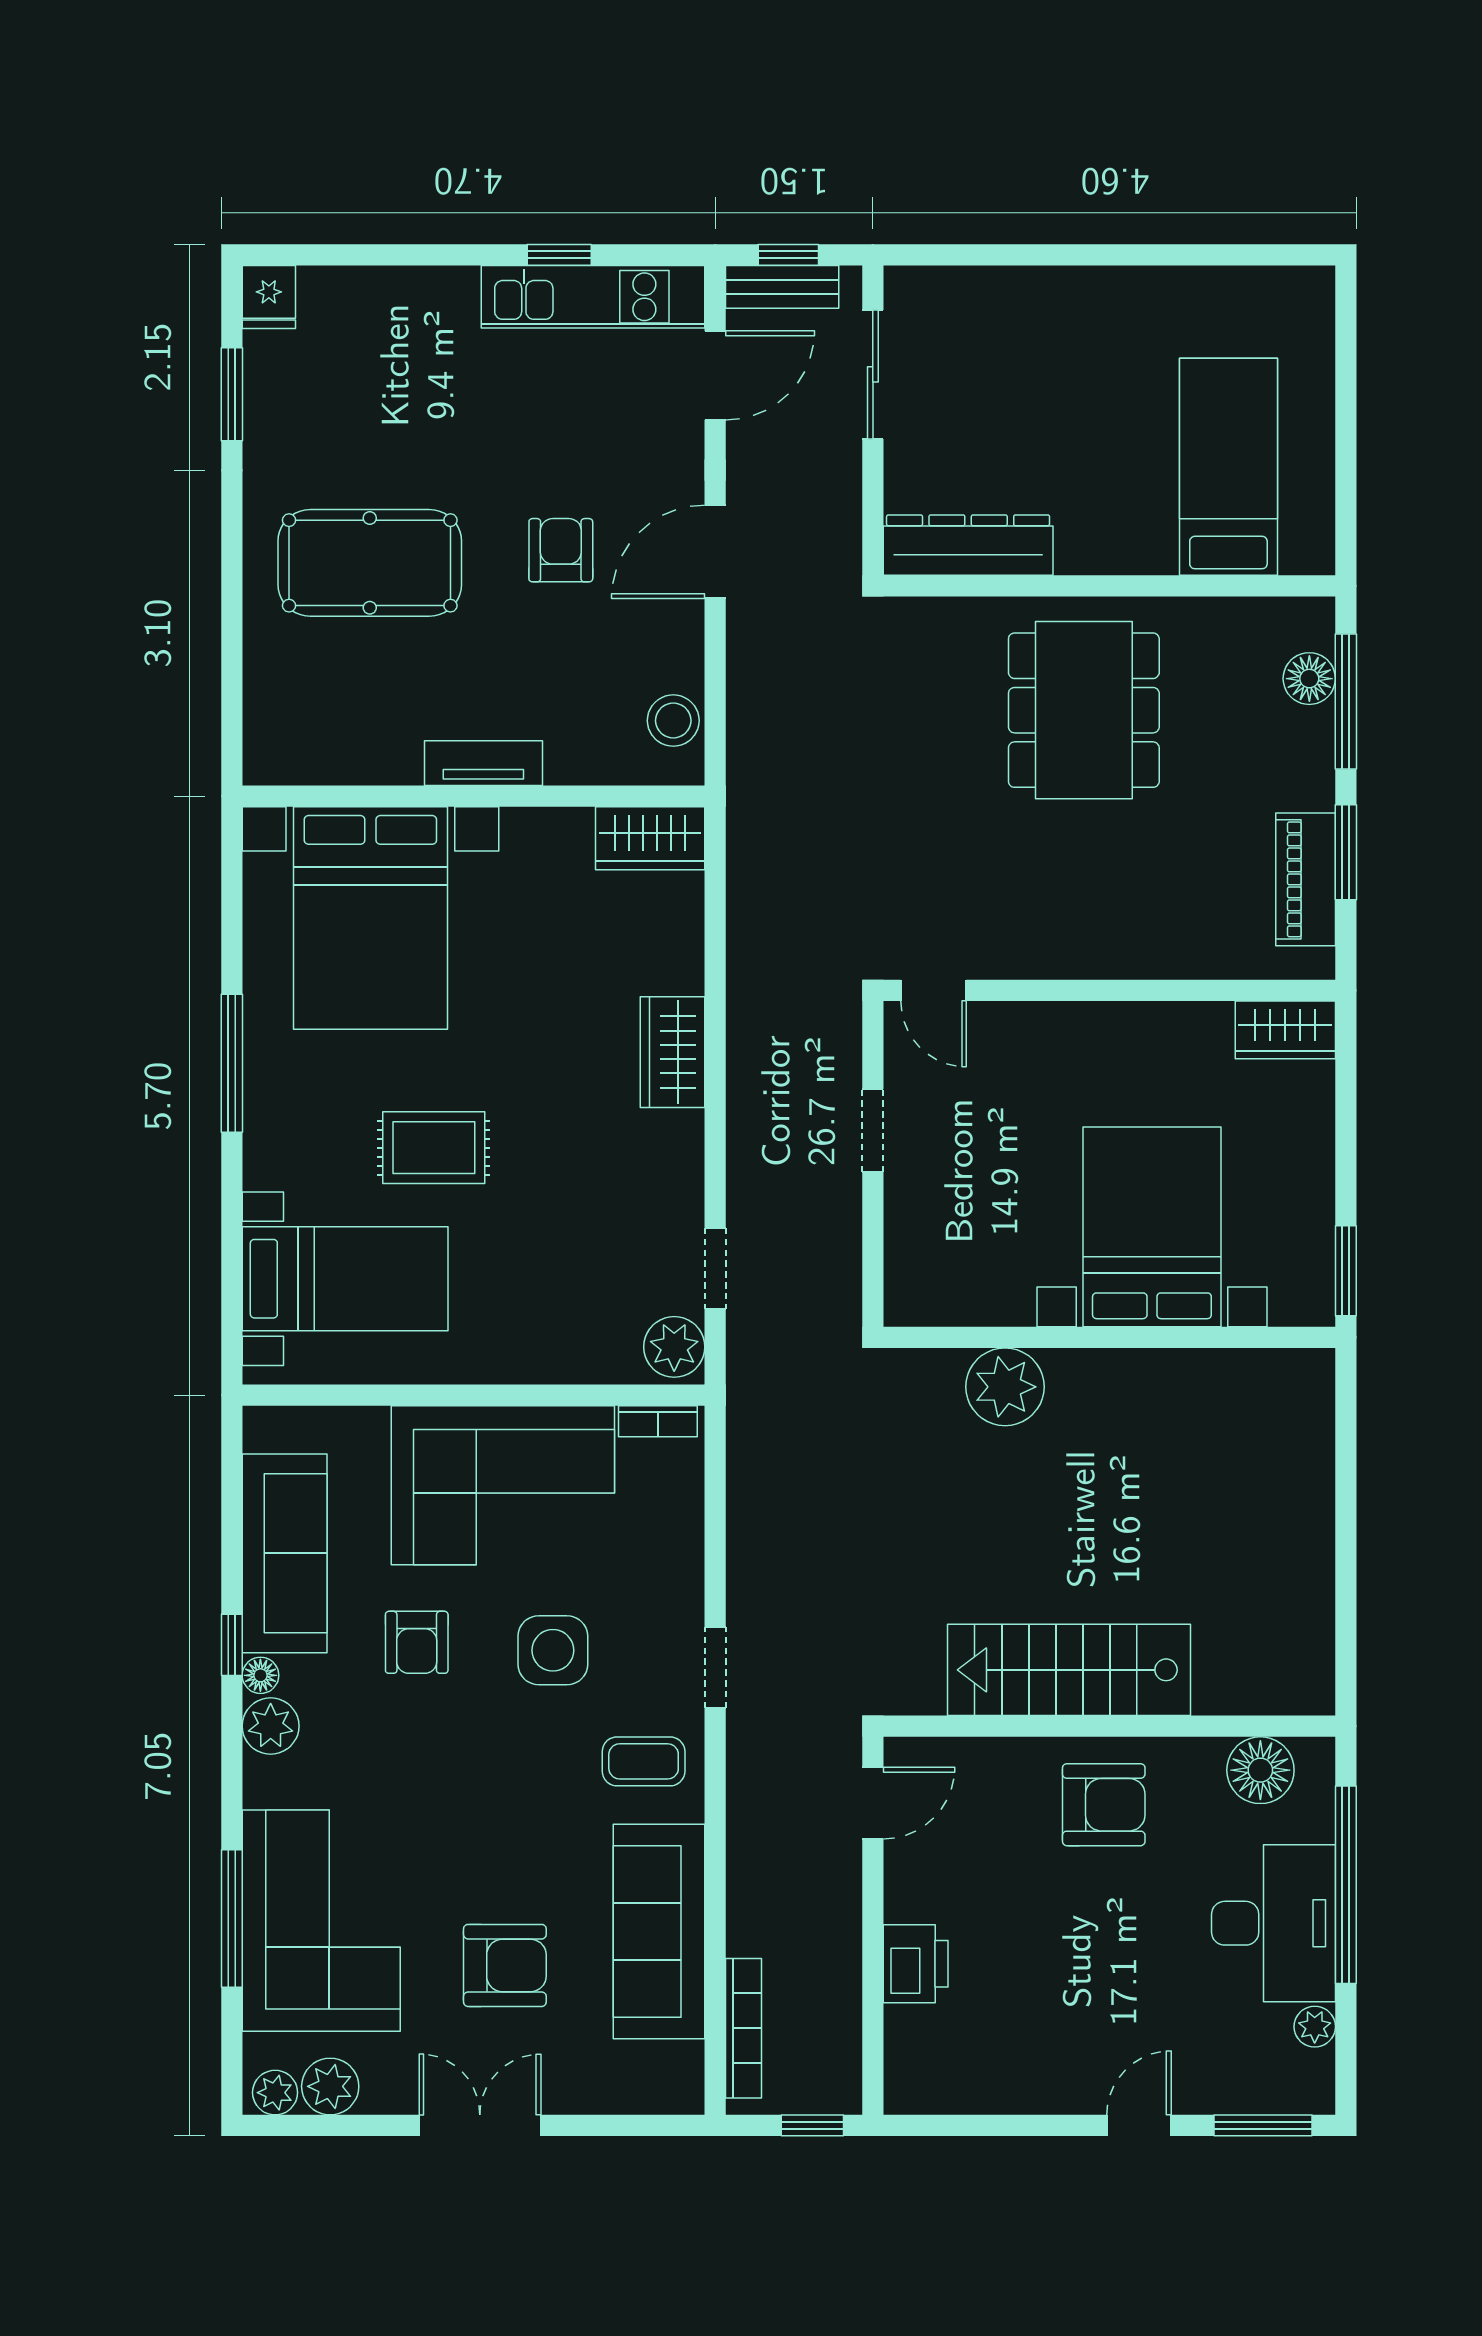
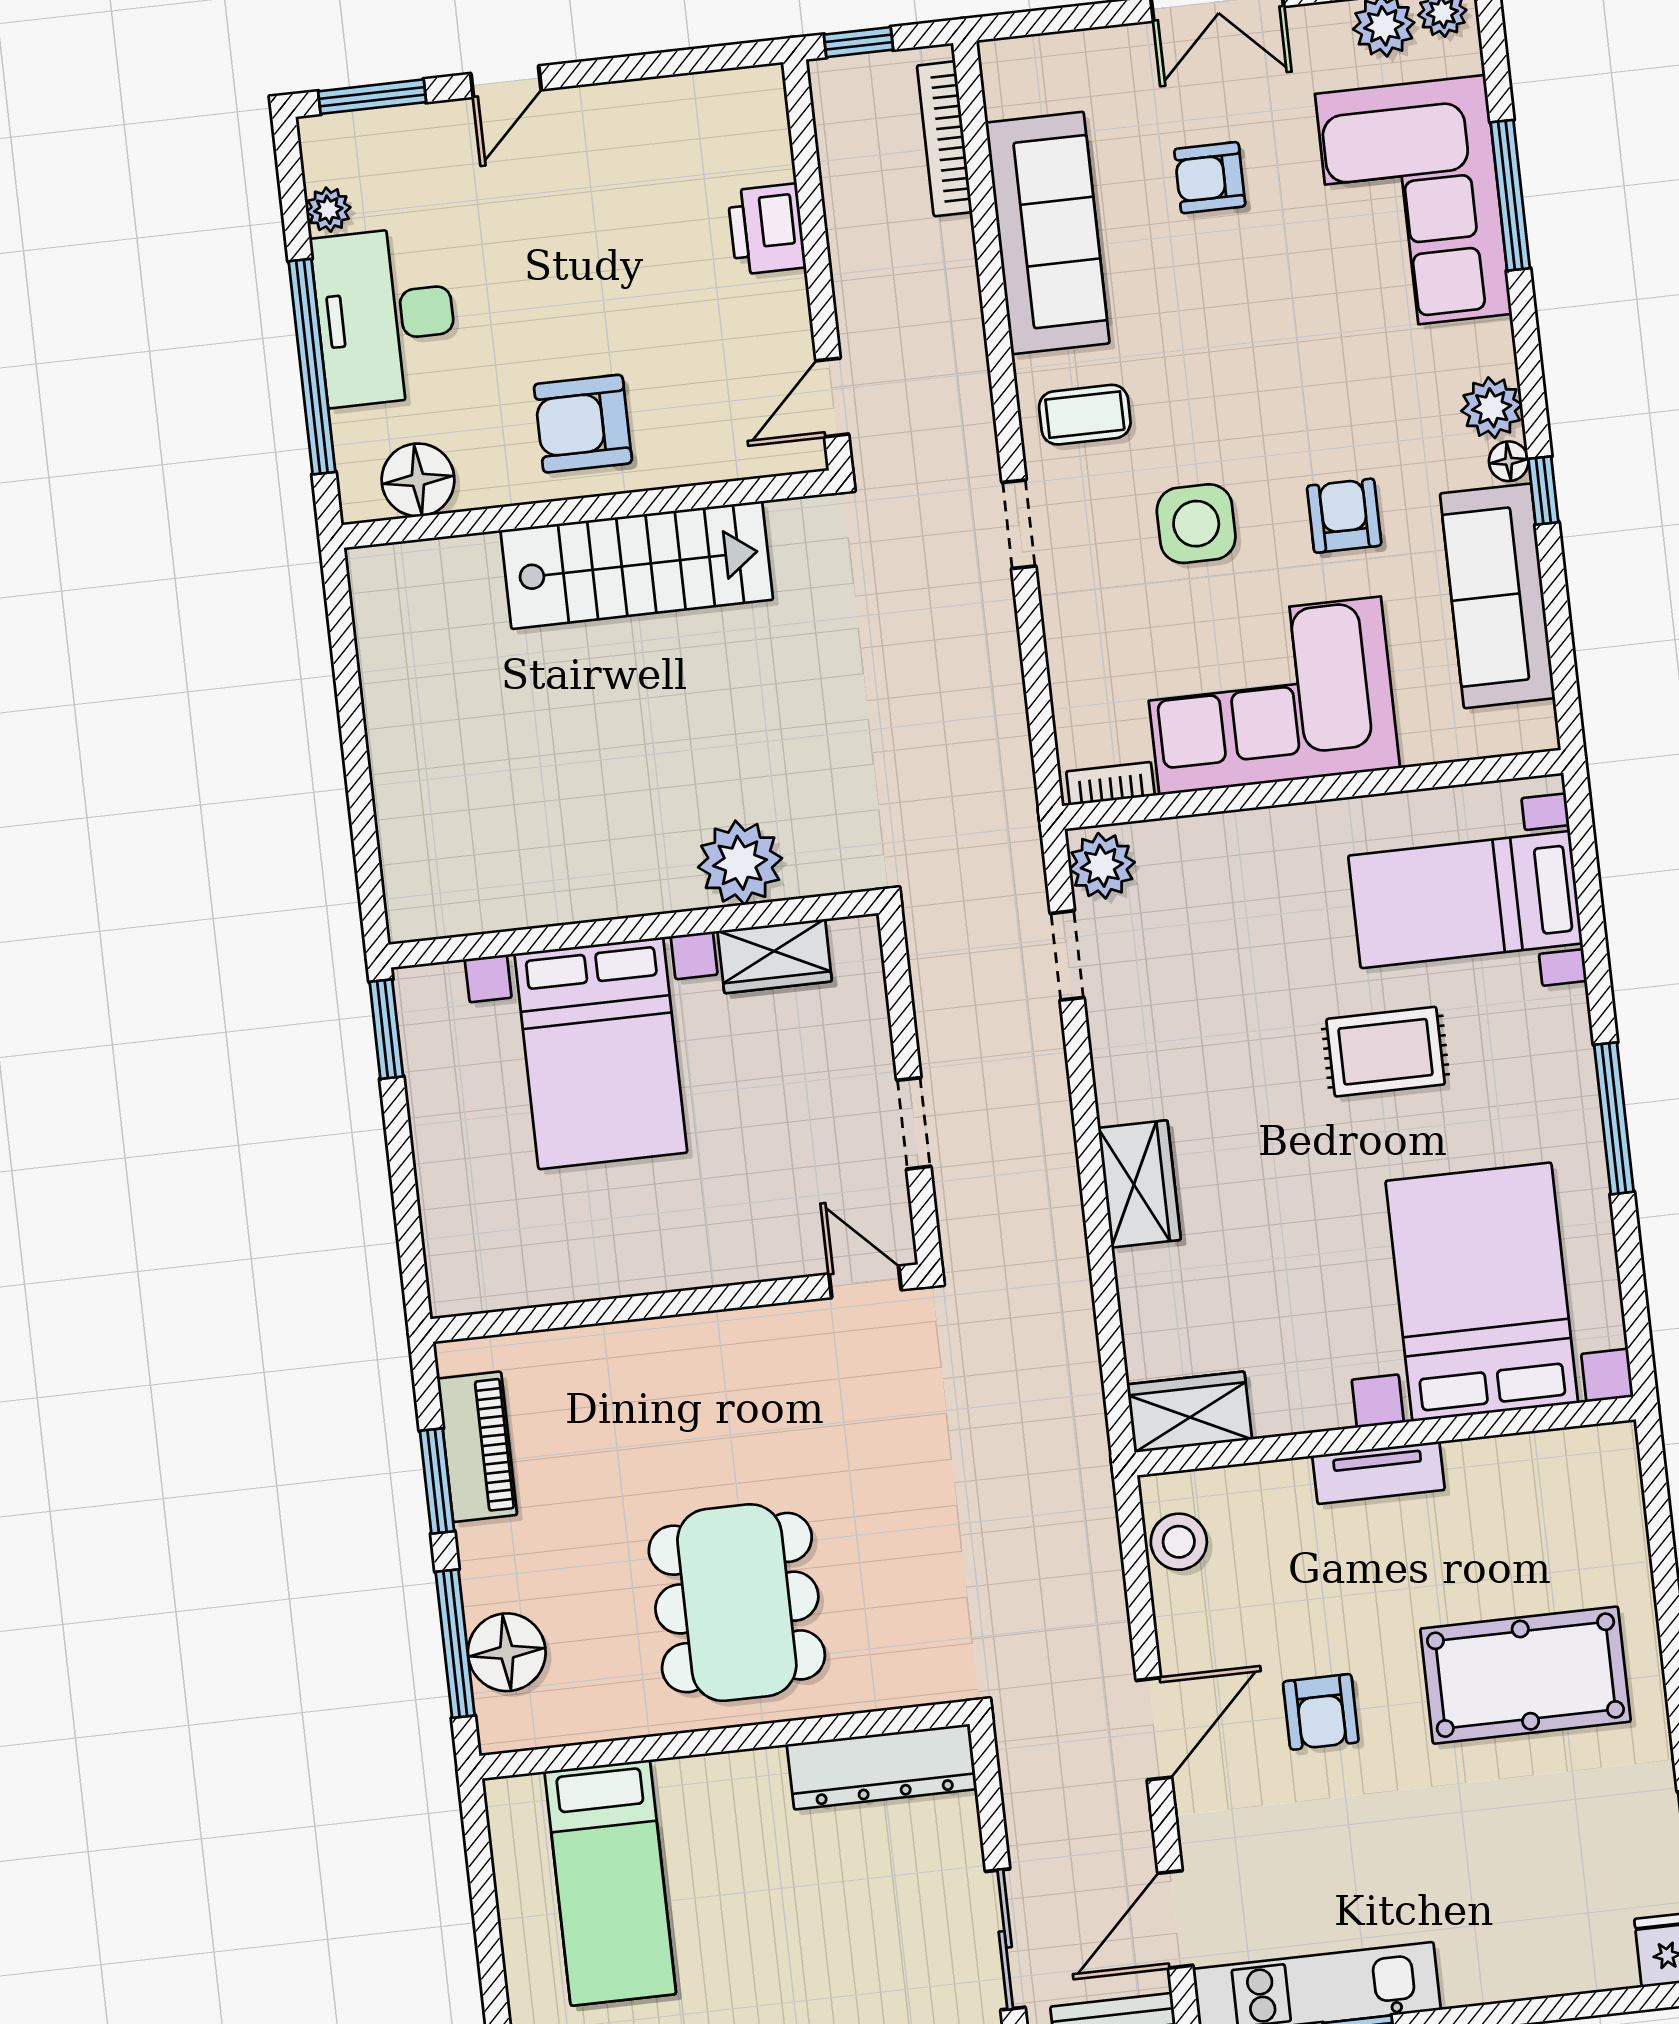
floor lamp: (1309, 679) -> (507, 1652), width x1.38, depth x1.38
wardrobe: (1285, 1030) -> (775, 956), moved, turned 180
armchair: (505, 1965) -> (1210, 178), width x0.72, depth x0.72

